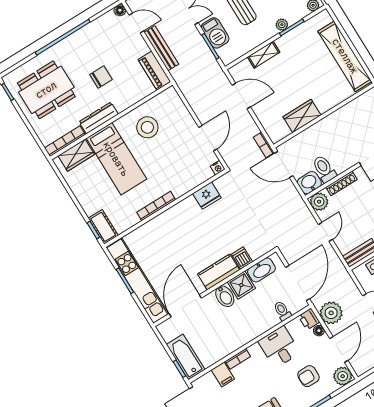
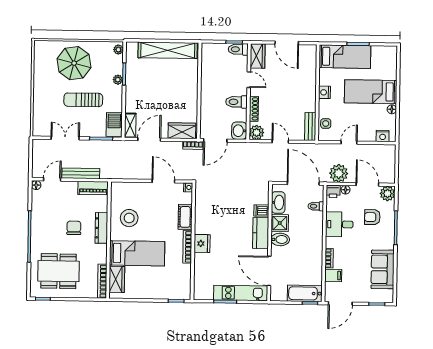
barbecue: (215, 33) -> (114, 125), moved, turned -90
shelving: (264, 55) -> (130, 125), moved
dining table: (46, 90) -> (58, 271), turned 90
wardrobe: (302, 116) -> (182, 131), moved, turned 90
dresser: (99, 118) -> (101, 228), moved
toilet: (324, 169) -> (236, 102), moved
fridge: (207, 196) -> (202, 244), moved
cot: (103, 227) -> (185, 217), moved, turned 90
kitchen unit: (138, 281) -> (241, 293), width x0.73
armchair: (308, 376) -> (372, 217), turned 90

